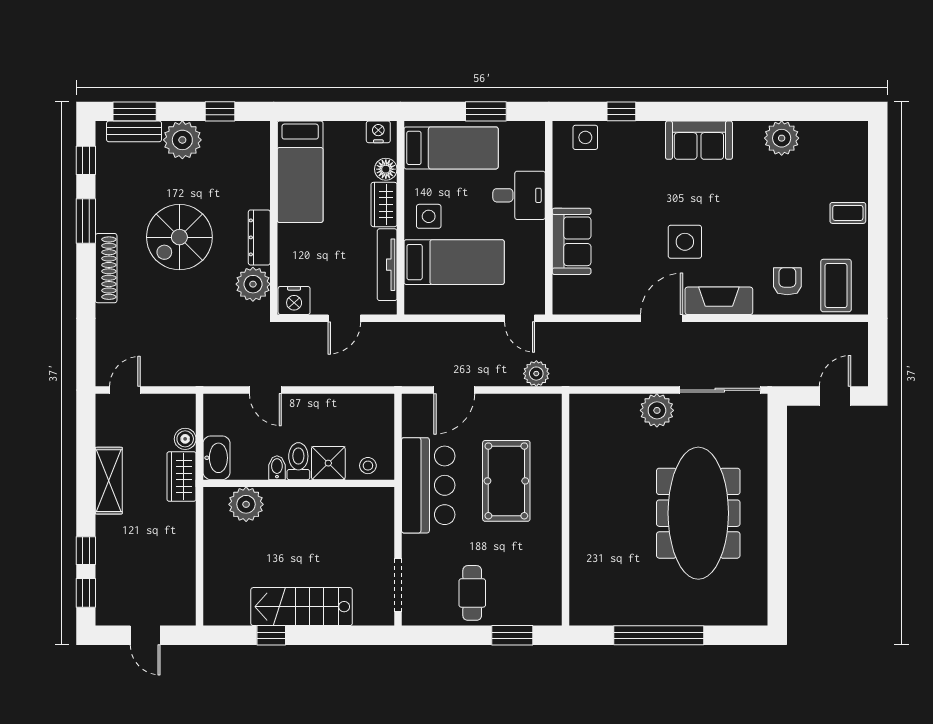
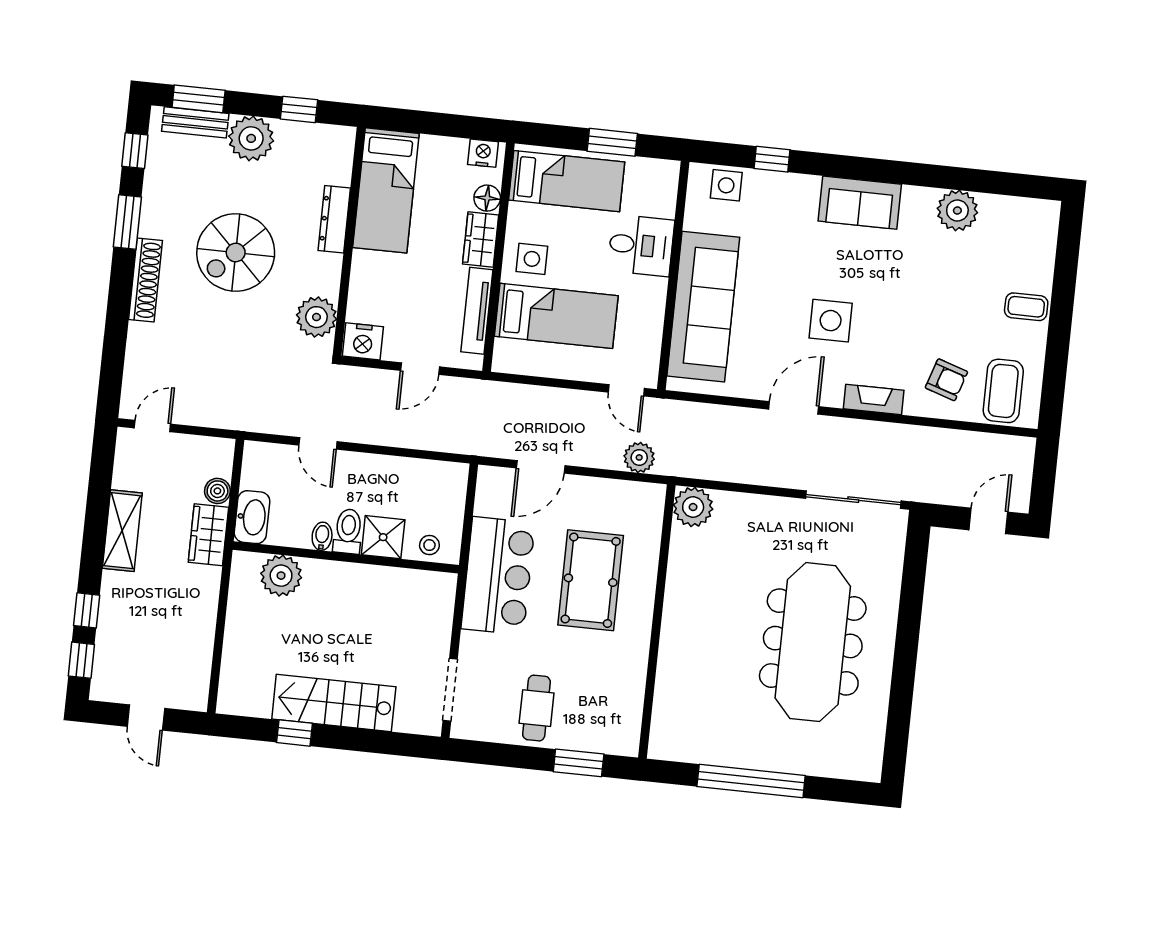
dresser: (259, 237) -> (334, 219), moved
sofa: (572, 241) -> (703, 307), width x1.85, depth x1.27
armchair: (787, 281) -> (946, 380), turned 108
fireplace: (719, 301) -> (874, 399), width x0.73, depth x0.76
plant: (657, 410) -> (693, 507), moved

